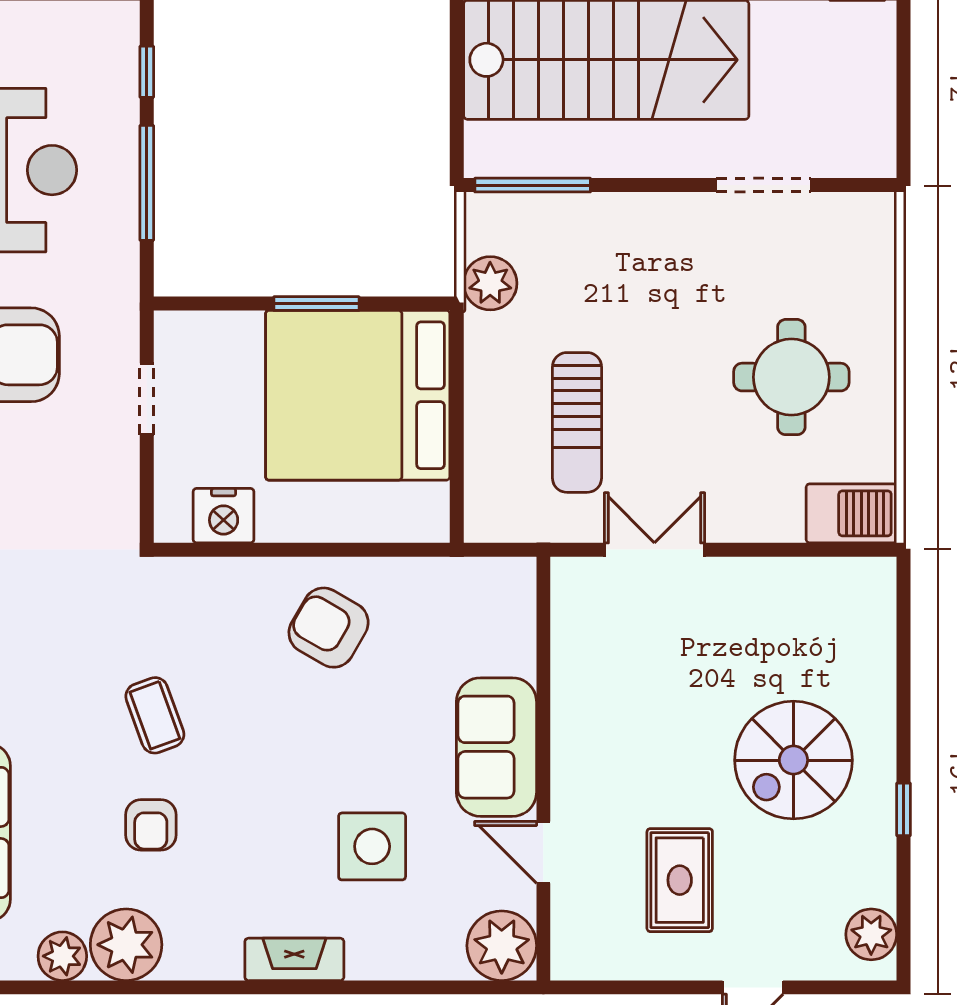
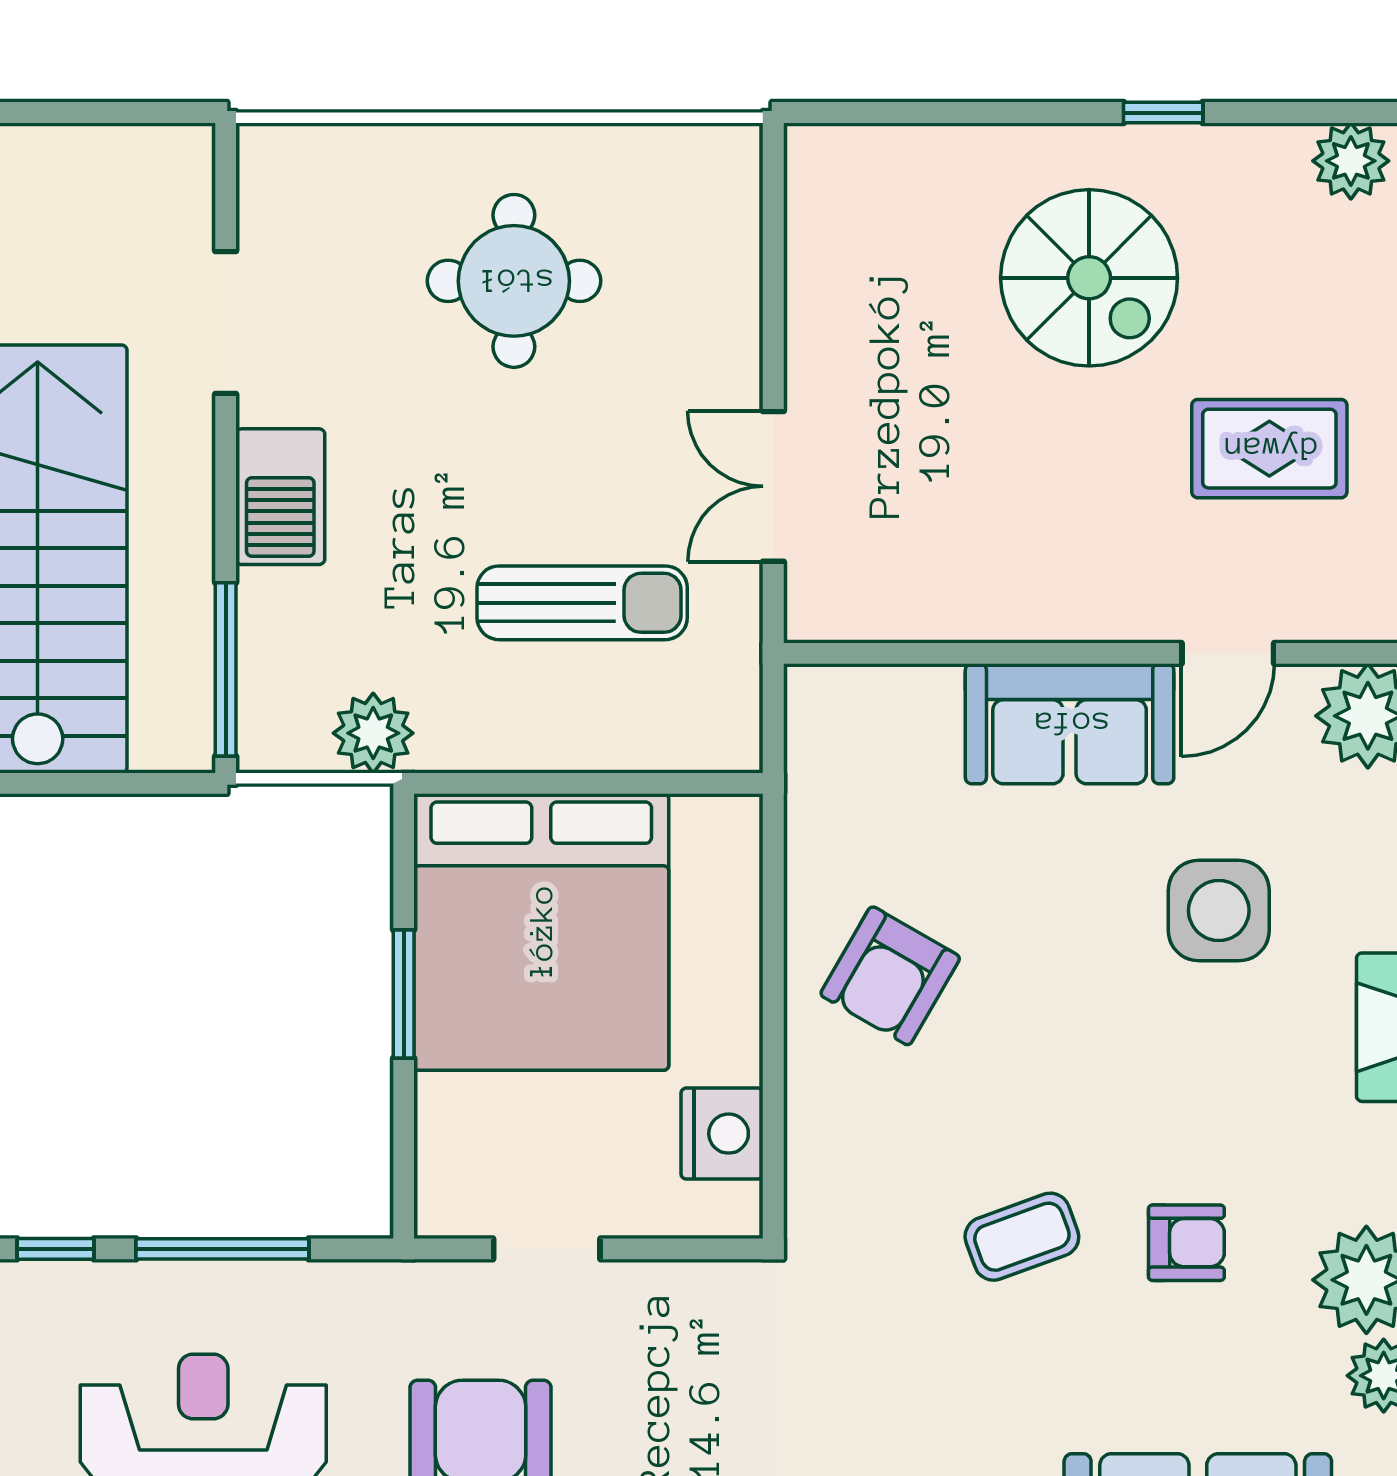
barbecue: (851, 513) -> (280, 497), moved, turned 180

